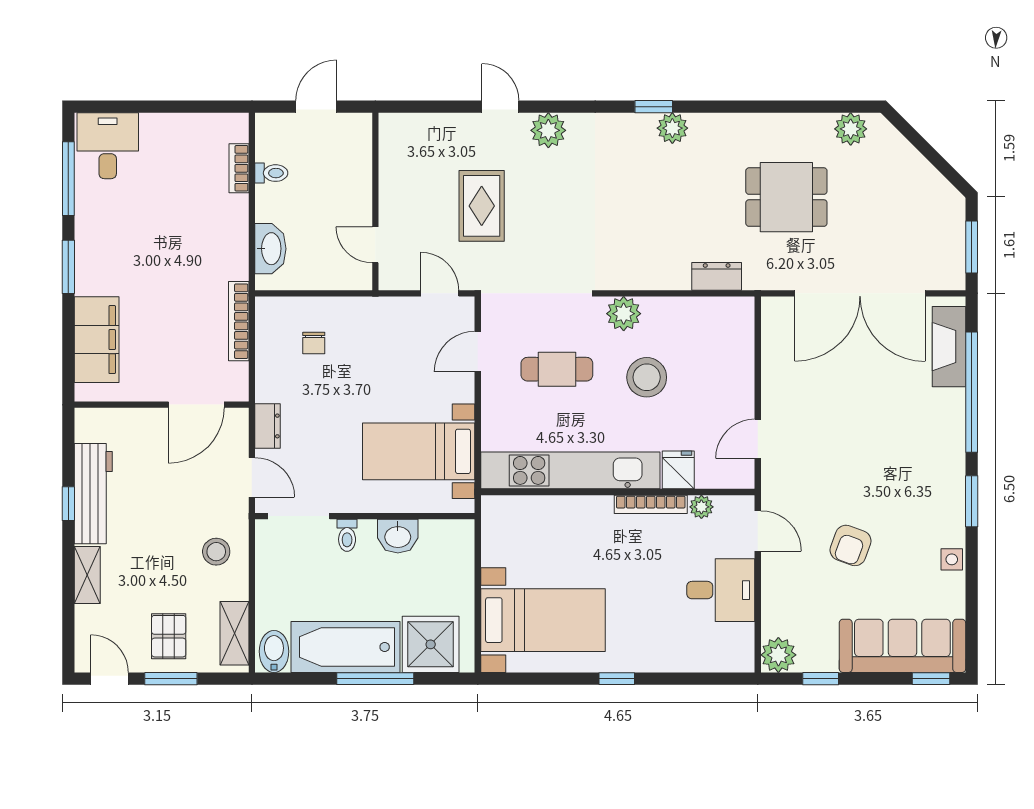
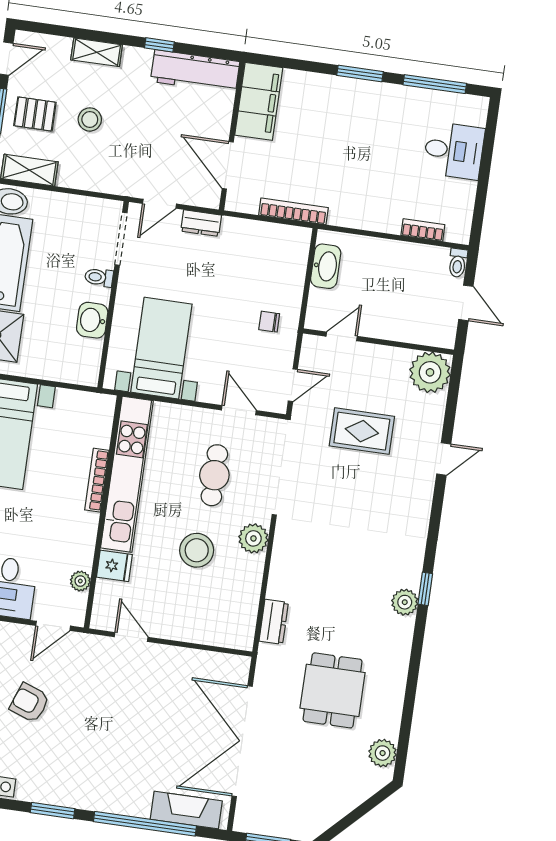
plant: (548, 130) -> (430, 372), moved, width x1.36, depth x1.36
desk: (108, 146) -> (454, 151), moved
toilet: (271, 173) -> (458, 263), moved
washbasin: (270, 249) -> (326, 266), moved, turned -90
filing cabinet: (97, 340) -> (259, 101), moved, turned -90
chair: (314, 343) -> (269, 322), moved
workbench: (93, 494) -> (195, 72), moved
bookcase: (651, 504) -> (97, 480), moved
stool: (216, 552) -> (90, 119), moved

